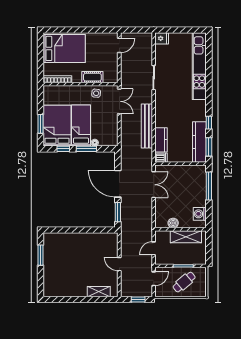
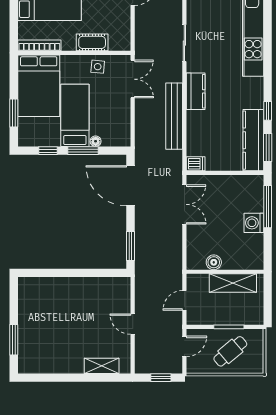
bed: (57, 126) -> (39, 86), moved, turned 180
kitchen counter: (161, 140) -> (196, 91), moved
door: (118, 184) -> (130, 186), moved
washing machine: (200, 214) -> (254, 223), moved
window: (40, 255) -> (14, 340), moved

